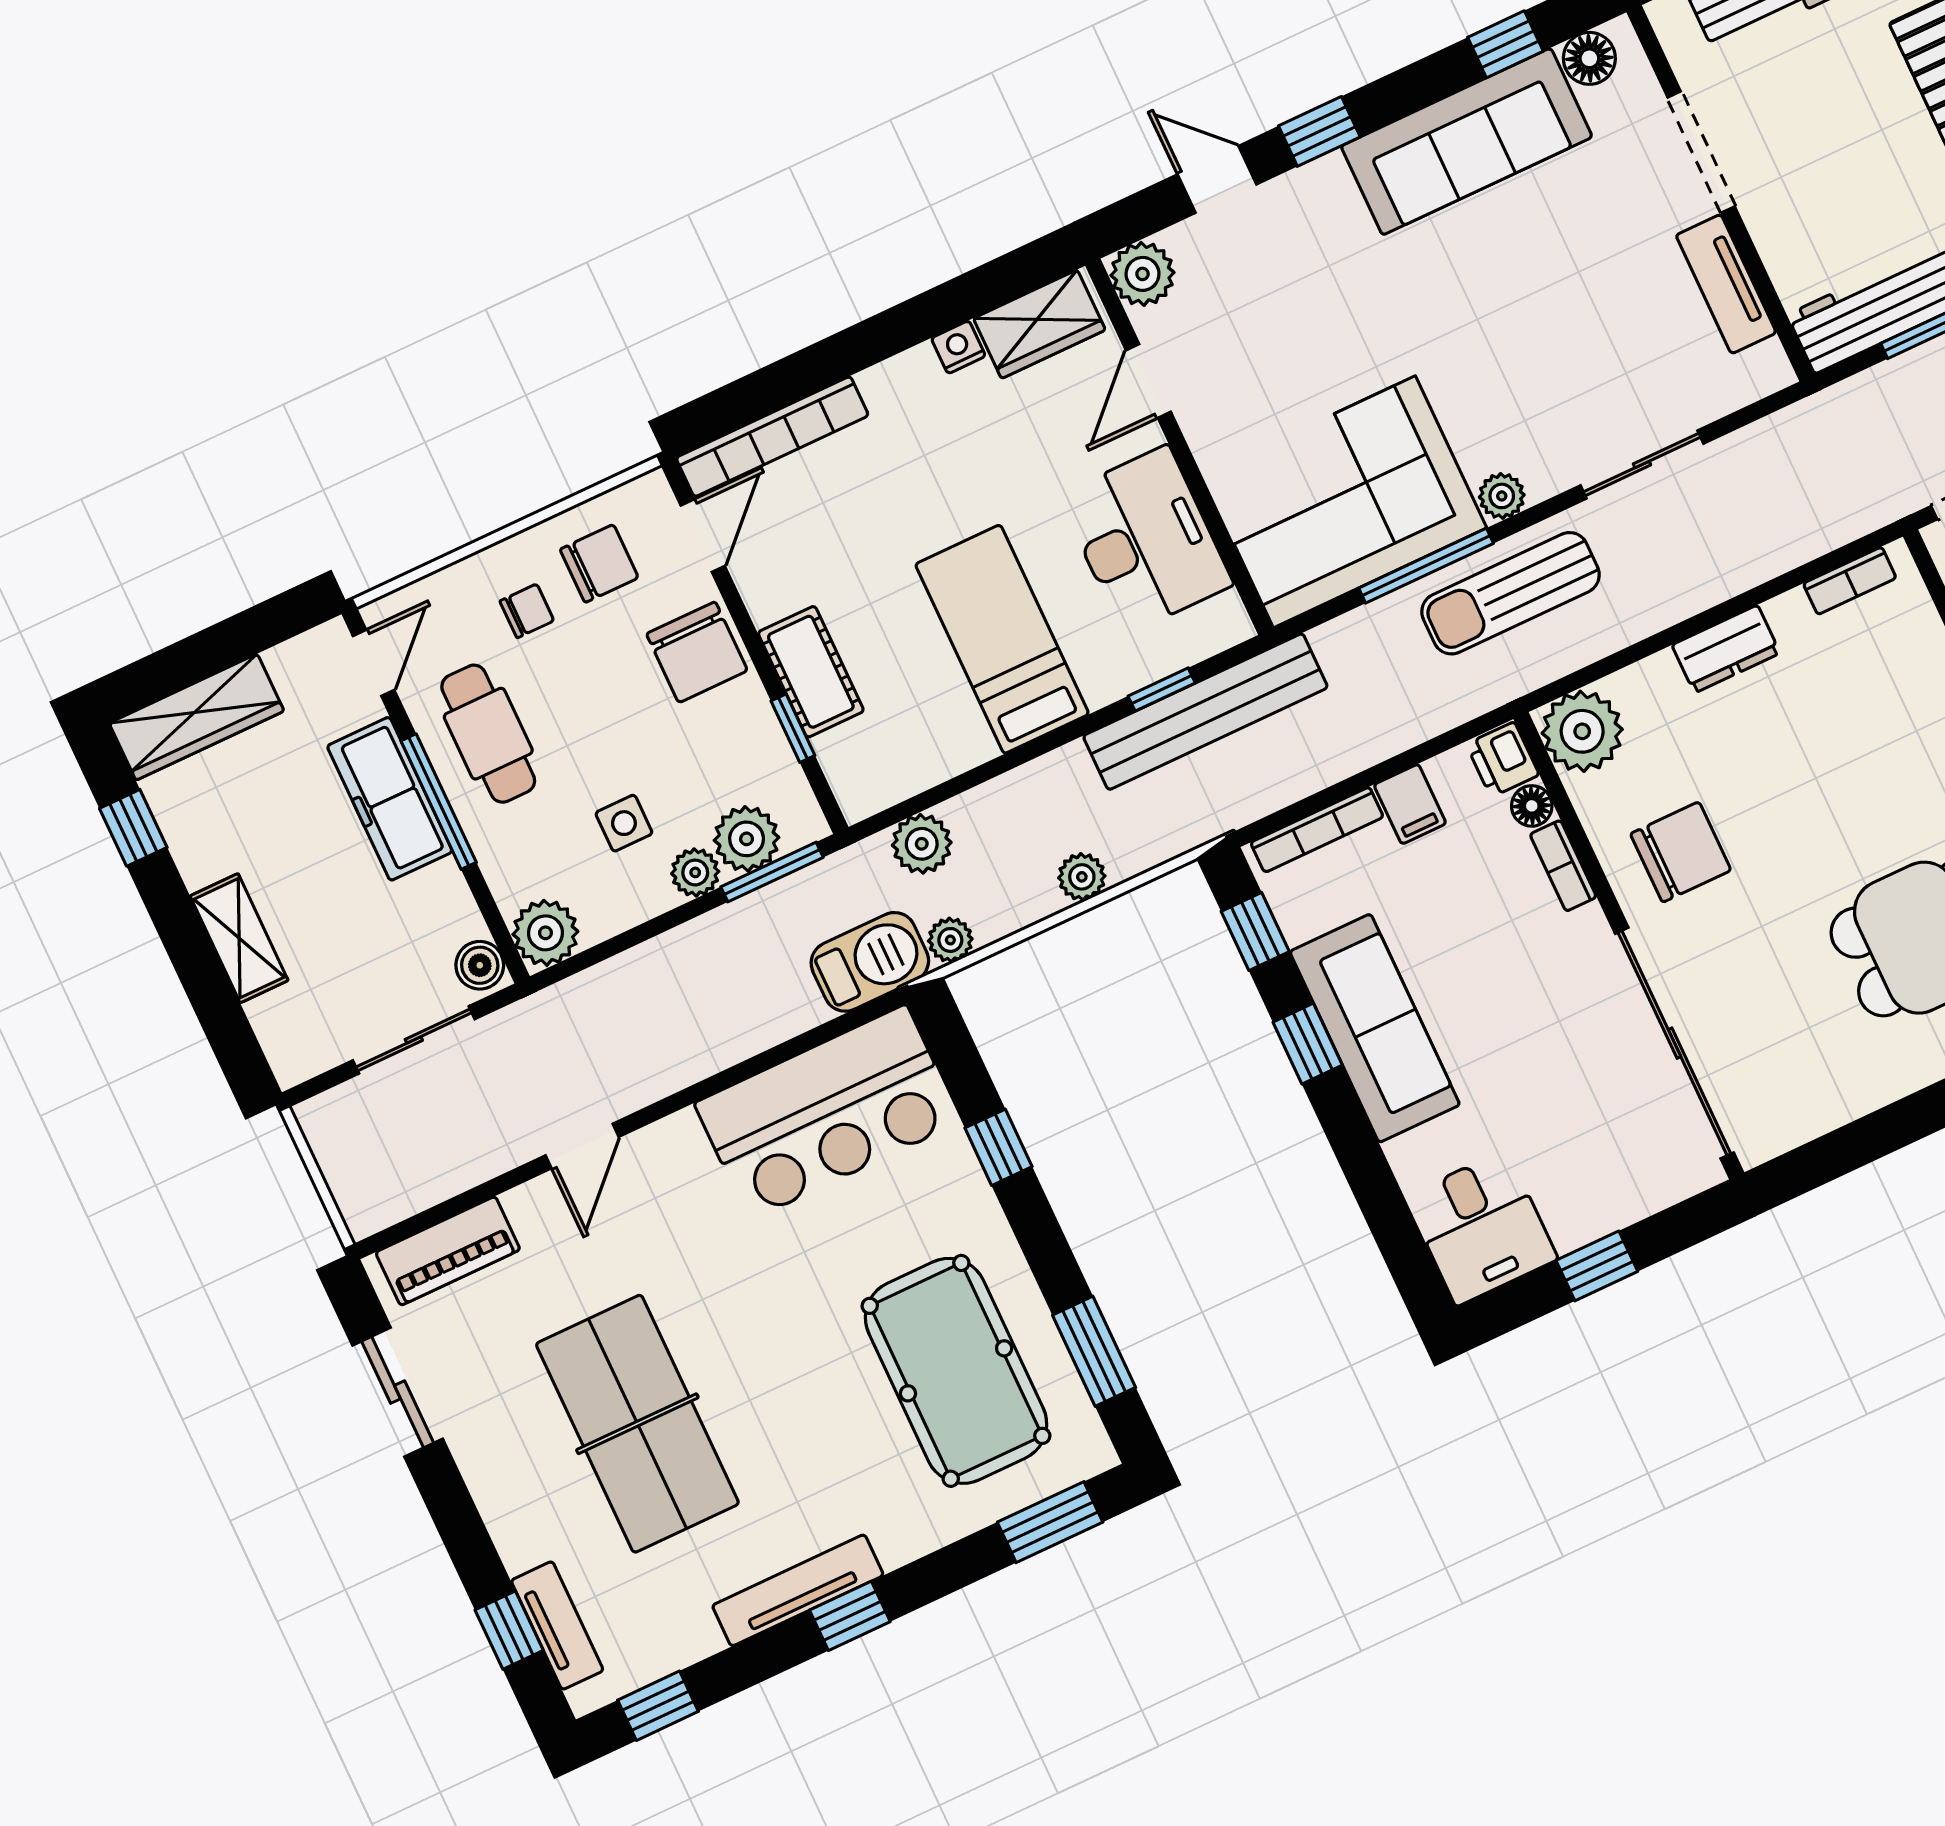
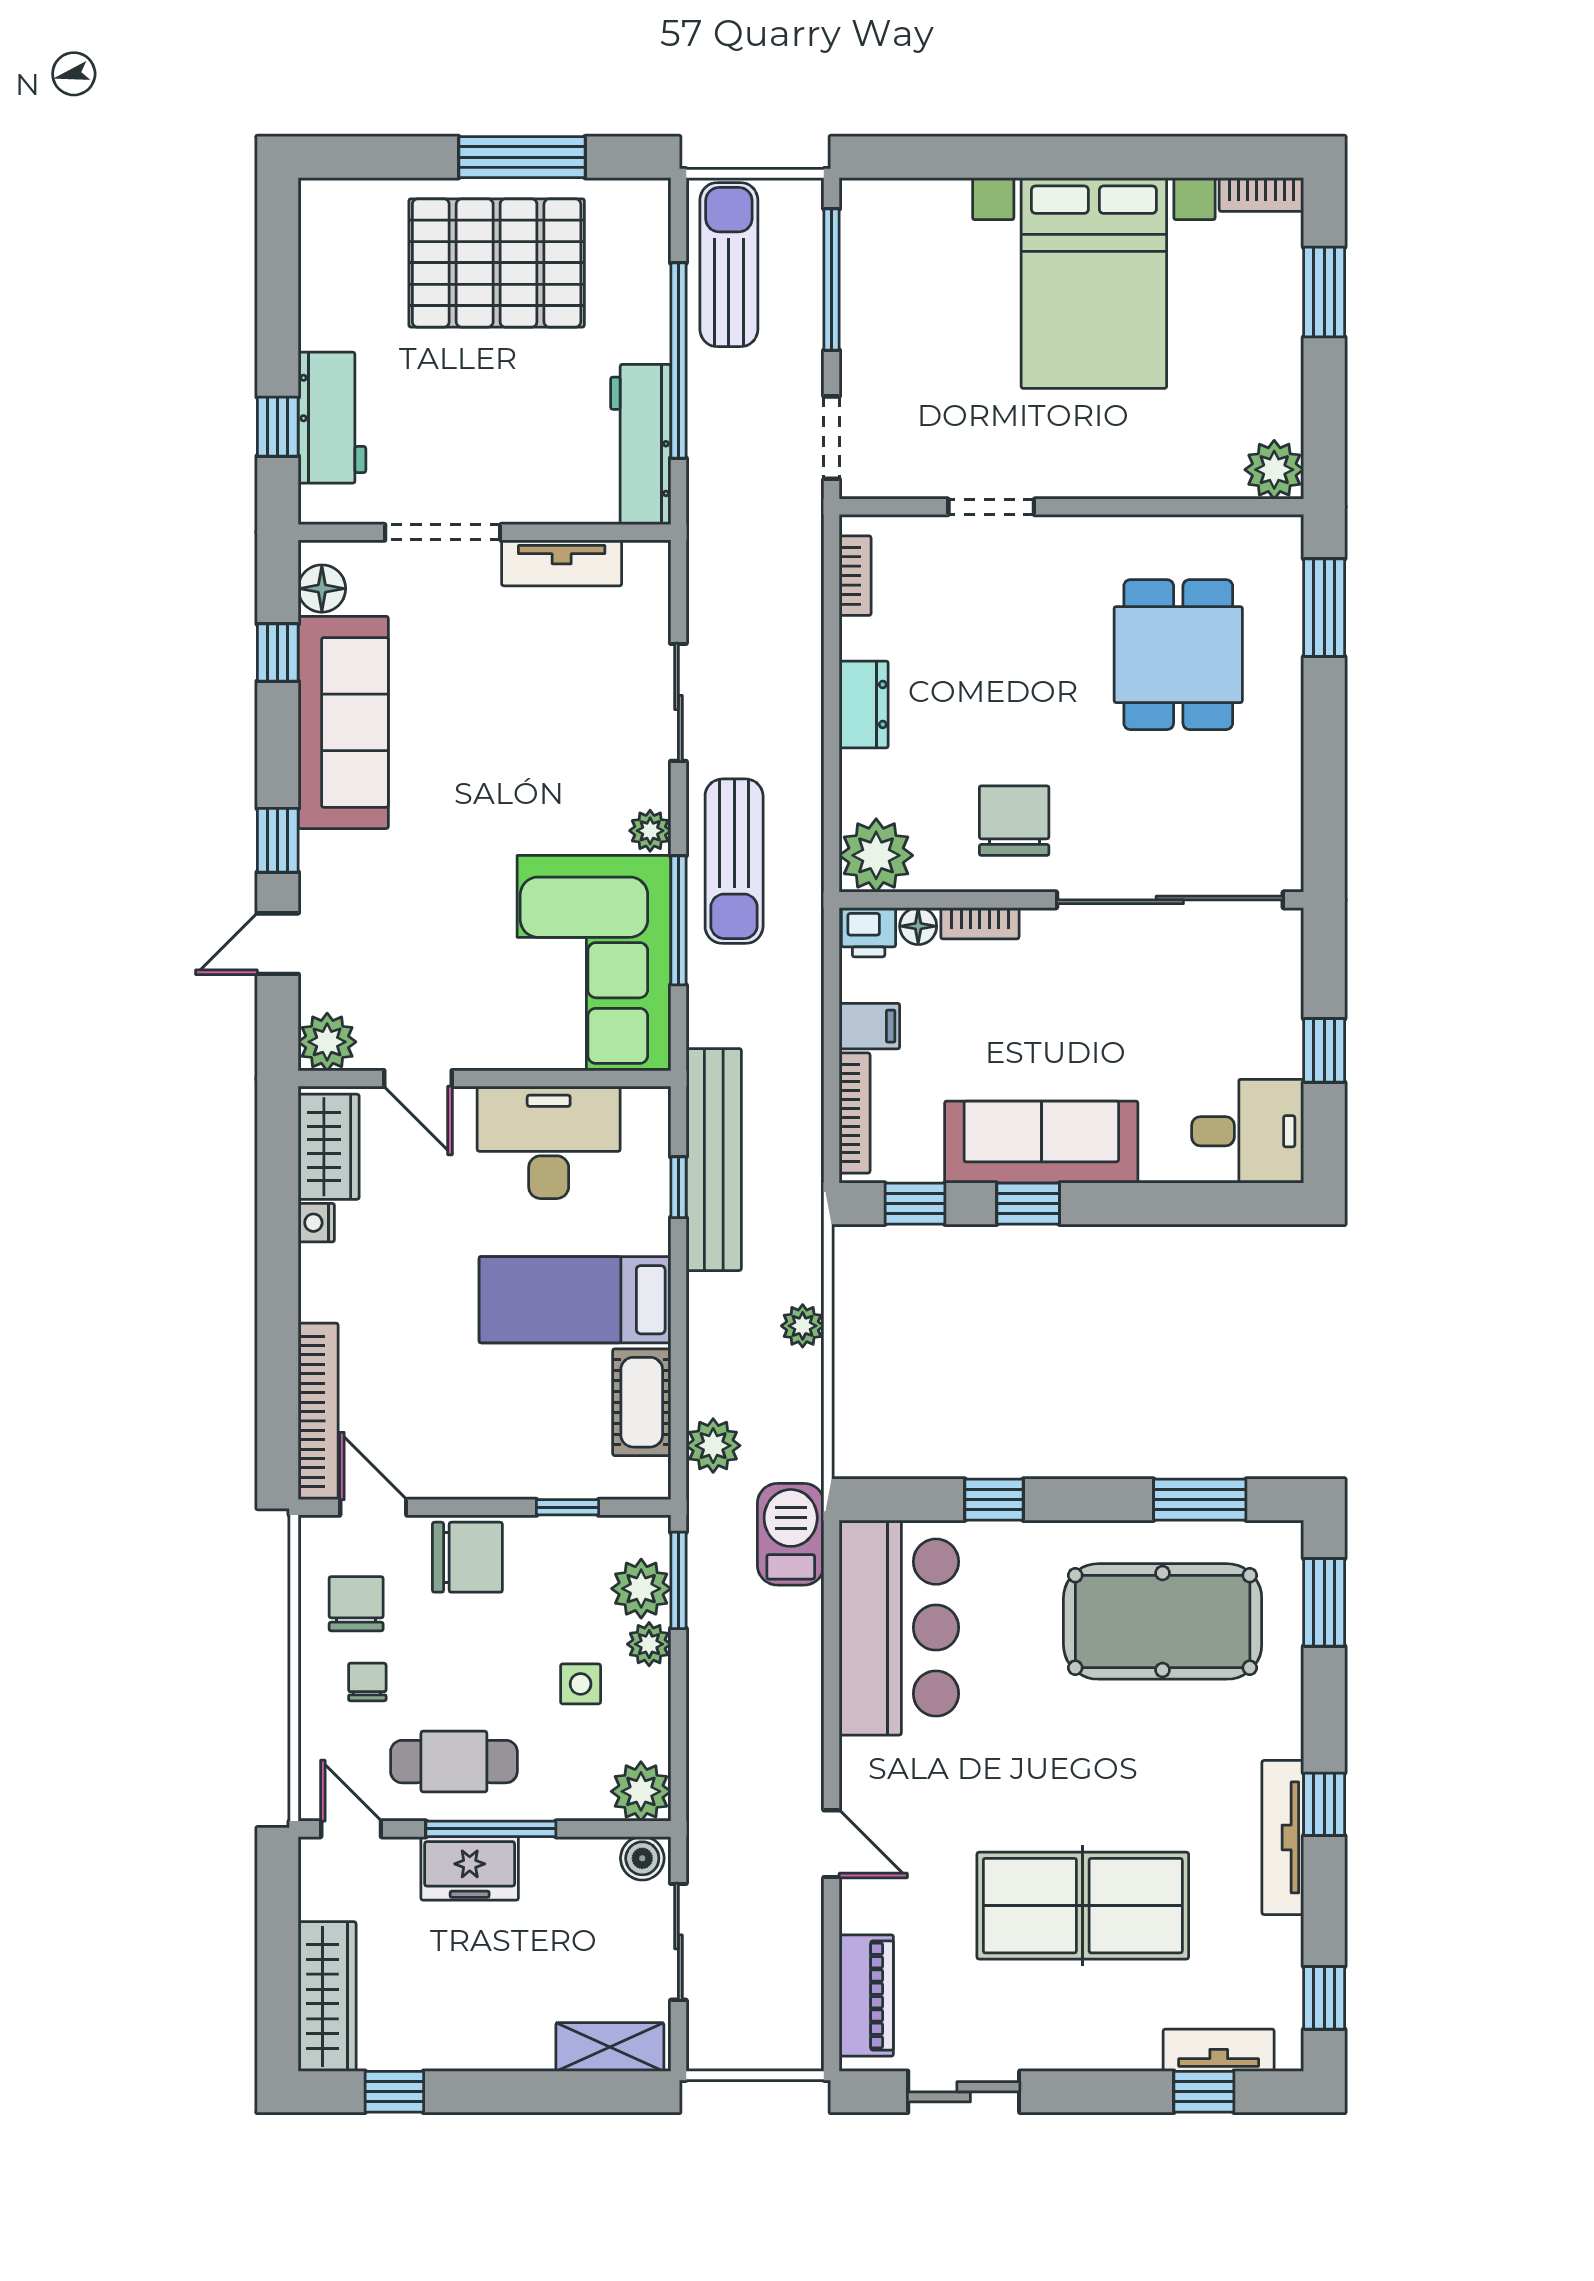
cot: (811, 672) -> (642, 1402), moved, turned 90
freezer: (390, 799) -> (470, 1868), width x0.71
shelving: (239, 938) -> (610, 2047), moved
plant: (950, 940) -> (804, 1459), removed

